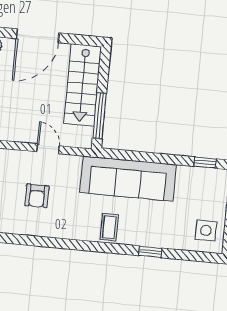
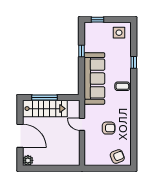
window: (99, 116) -> (44, 98), moved
door: (48, 149) -> (82, 124), hinge flipped
window: (205, 163) -> (82, 51), moved

